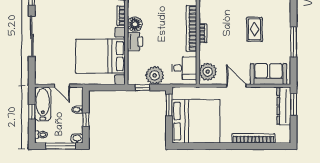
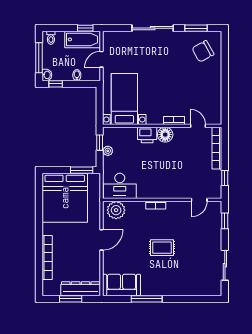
bookcase: (191, 28) -> (161, 193), removed
rug: (254, 29) -> (162, 248), moved
bed with nightstands: (100, 56) -> (124, 99), width x0.73
desk: (184, 68) -> (120, 186), width x1.37
sofa: (268, 74) -> (122, 285), moved, turned -90
plant: (155, 75) -> (108, 151), width x0.53, depth x0.53
window: (294, 104) -> (71, 299), moved
window: (32, 112) -> (85, 28), moved
window: (86, 120) -> (56, 84), moved

